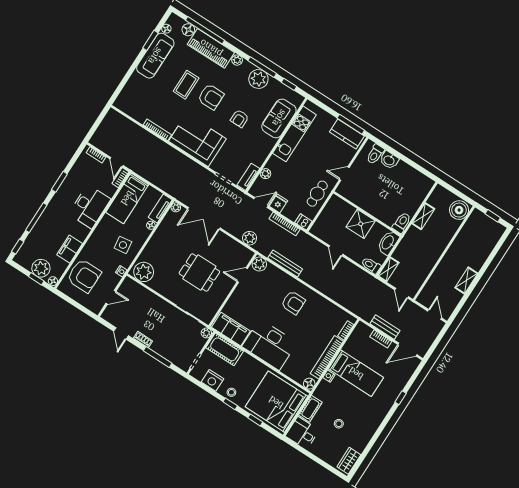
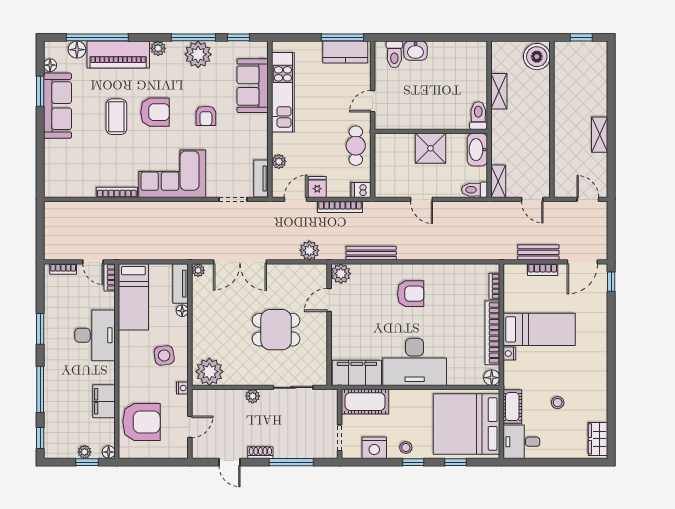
plant: (41, 268) -> (85, 452), width x0.53, depth x0.53
plant: (206, 333) -> (253, 396), moved
window: (401, 398) -> (611, 282), moved

